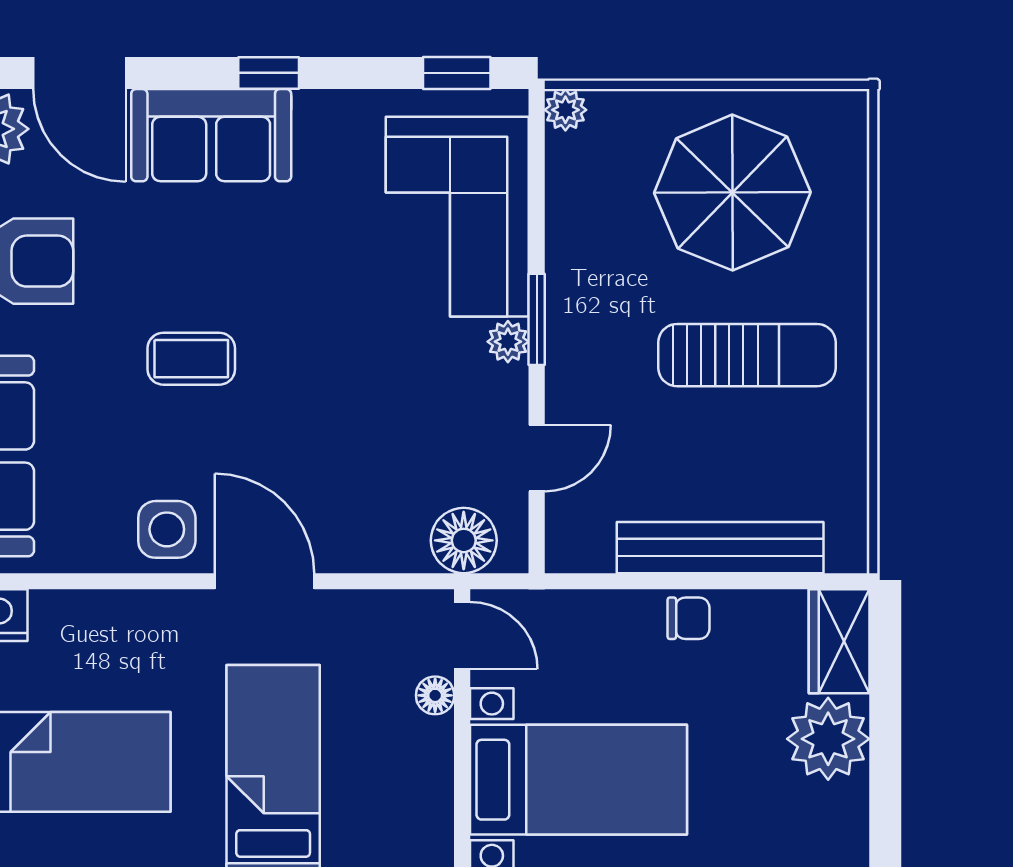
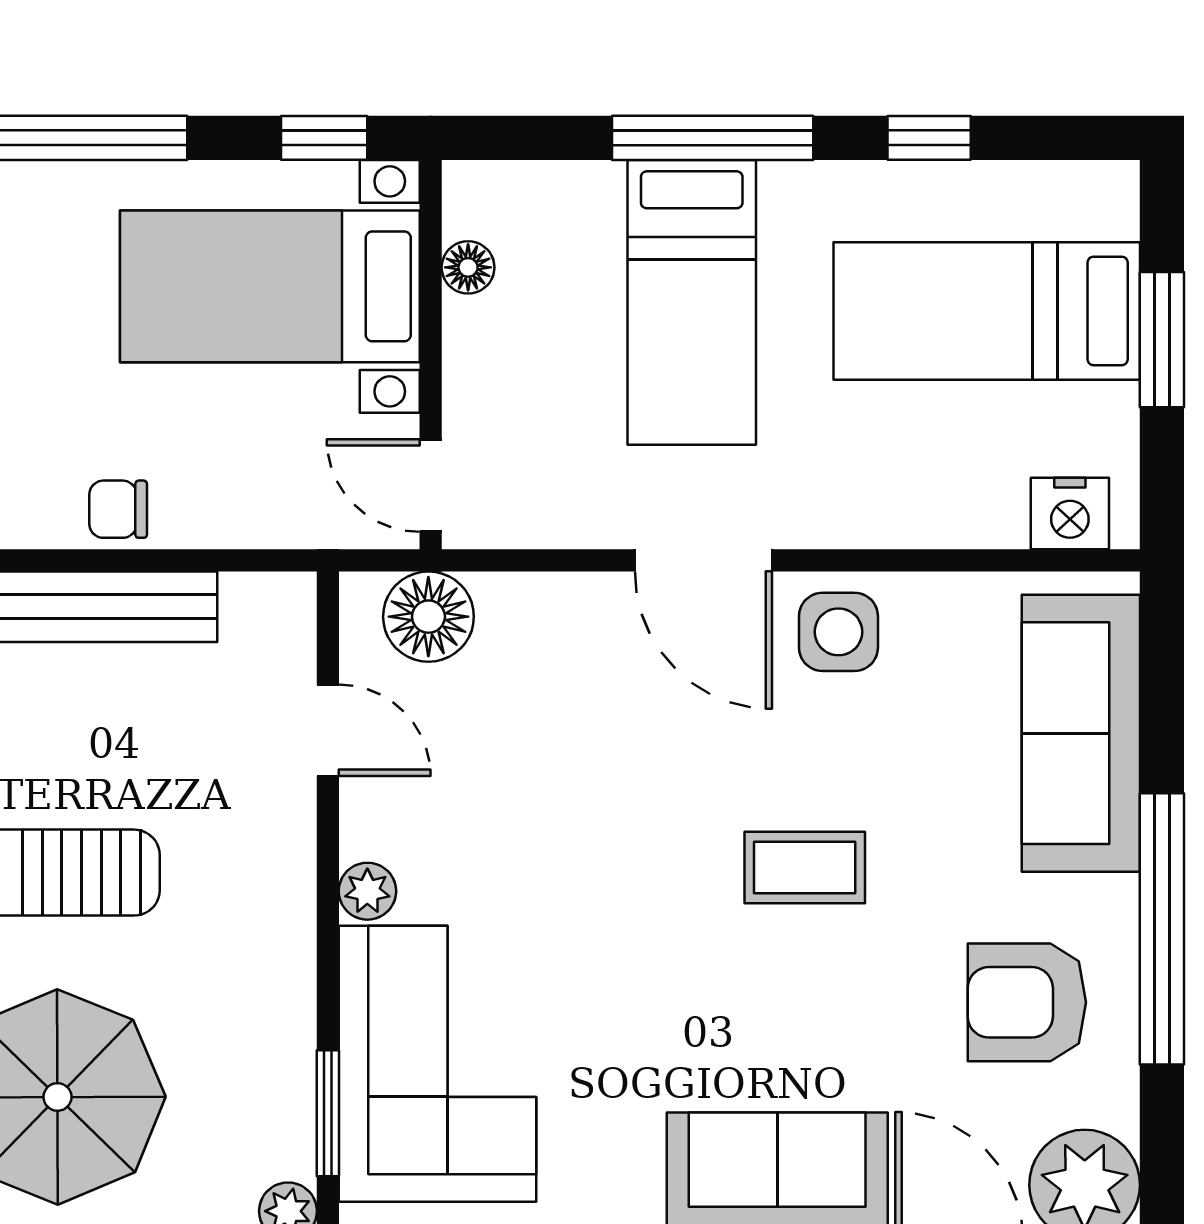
window: (537, 319) -> (328, 1113), moved
door: (537, 458) -> (328, 730), swing flipped
floor lamp: (435, 695) -> (468, 267), moved

